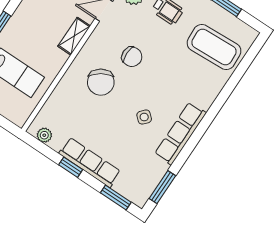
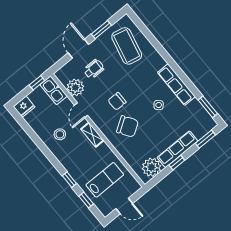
coffee table: (214, 47) -> (127, 46), turned -74
chair: (132, 57) -> (117, 101), turned 180
plant: (44, 135) -> (152, 167), width x1.88, depth x1.88

